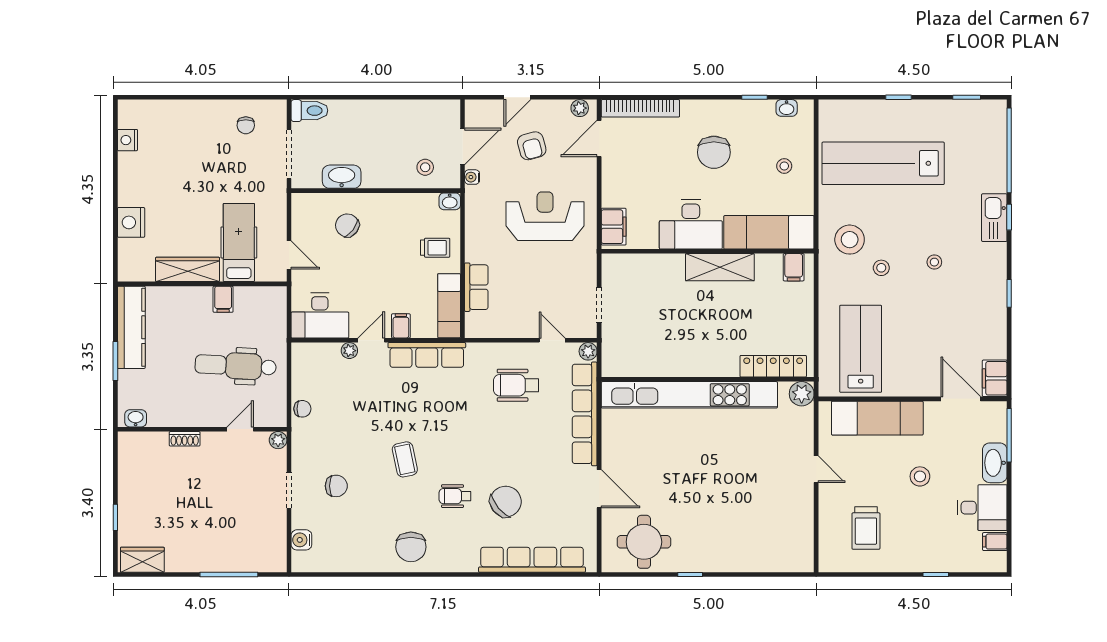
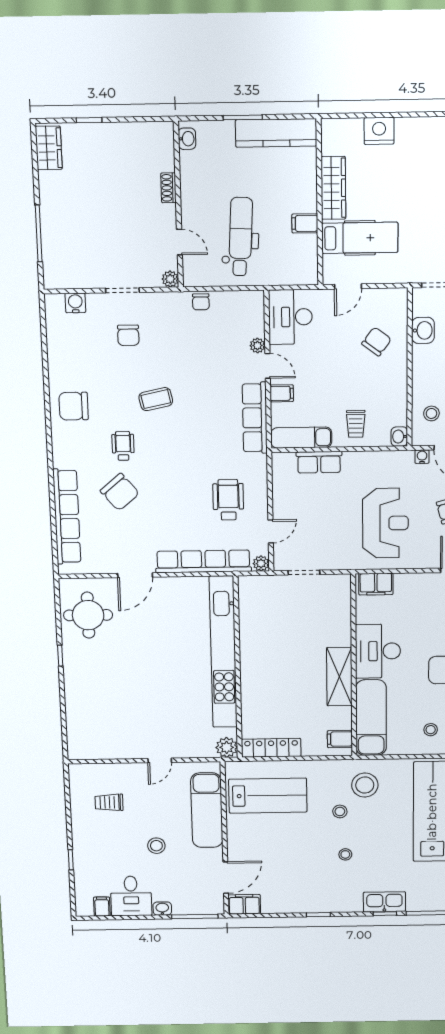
washbasin: (342, 177) -> (423, 330), width x0.72
locker: (773, 366) -> (271, 748), moved, turned -90
washbasin: (995, 463) -> (162, 909), width x0.52, depth x0.69
trolley: (866, 528) -> (109, 802), width x0.73, depth x0.72

